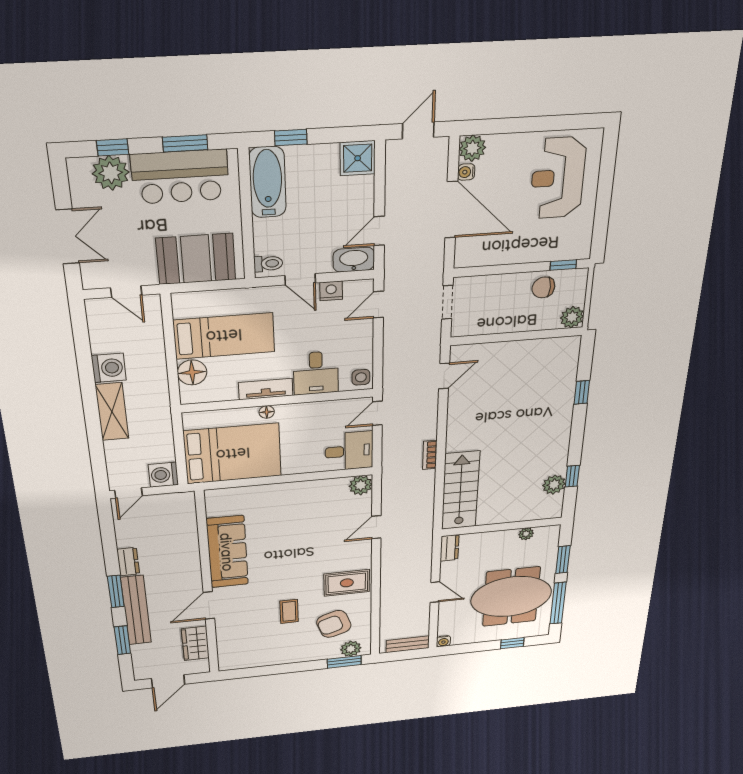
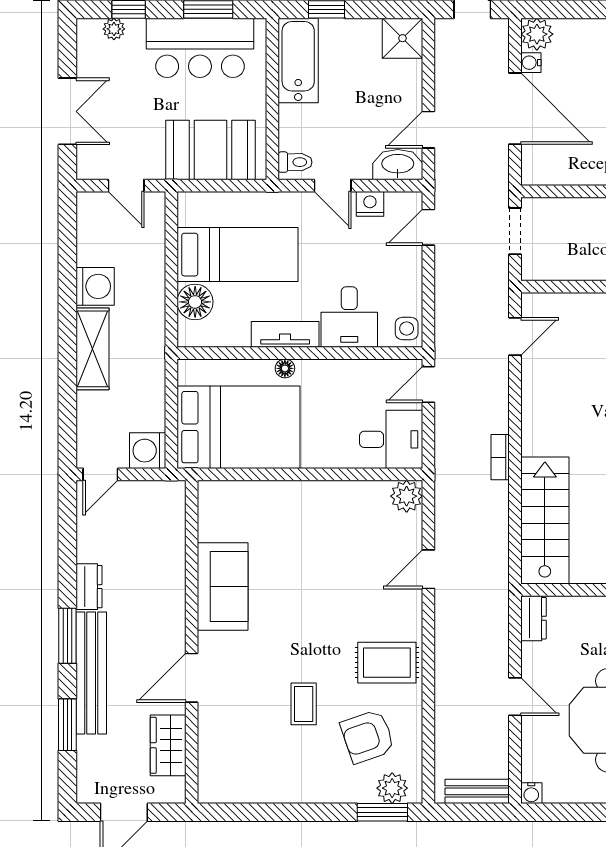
plant: (111, 173) -> (114, 29), width x0.53, depth x0.53
sofa: (227, 552) -> (223, 587), width x0.73

